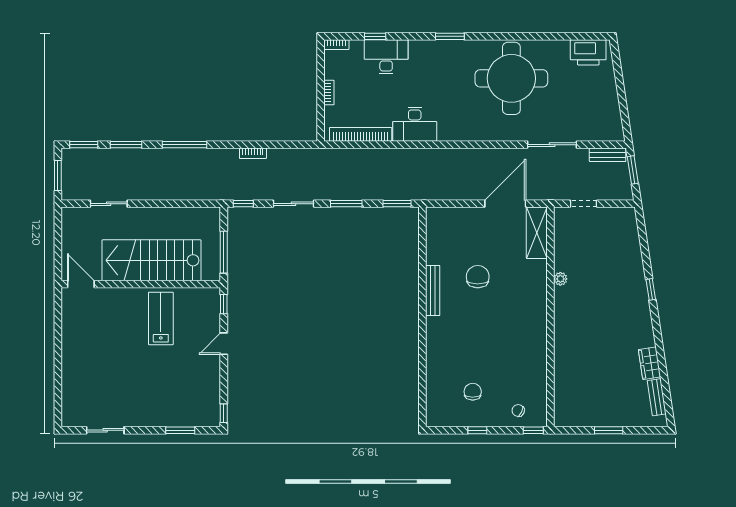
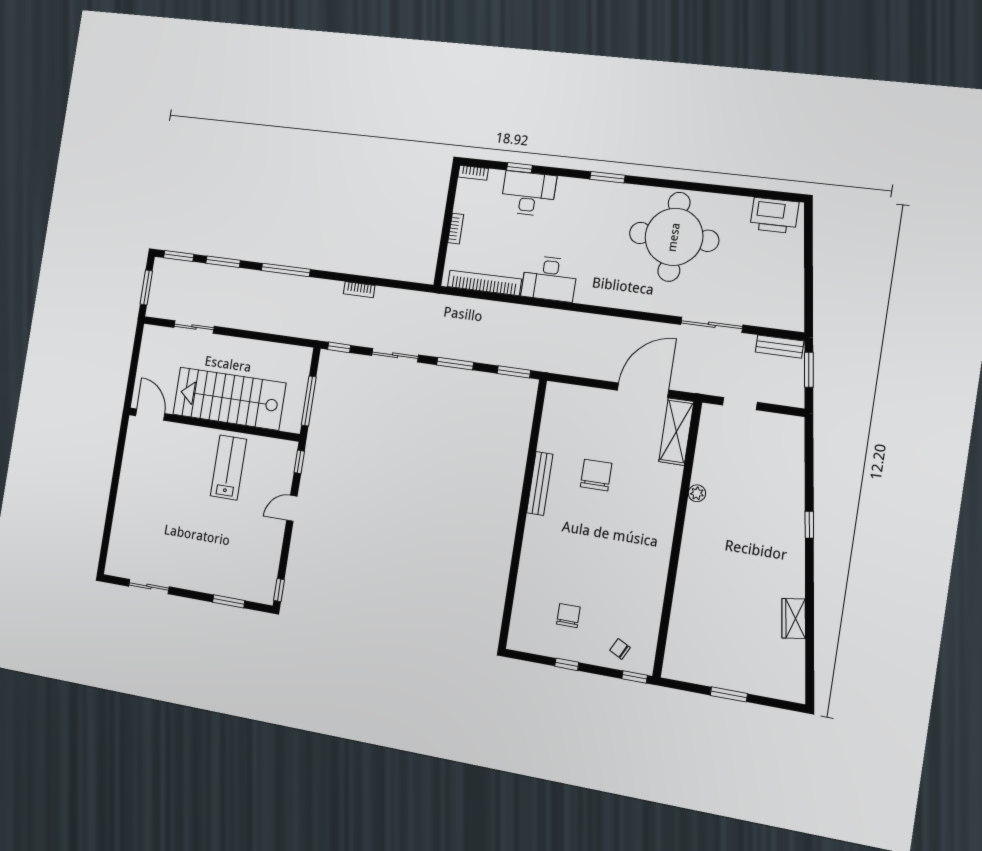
bench: (657, 397) -> (796, 664), removed

